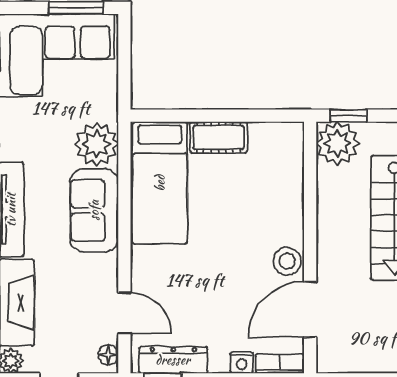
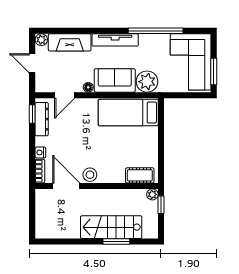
cot: (219, 137) -> (140, 175), moved, turned 90
plant: (338, 143) -> (152, 194), width x0.53, depth x0.53
floor lamp: (108, 355) -> (88, 87), moved

